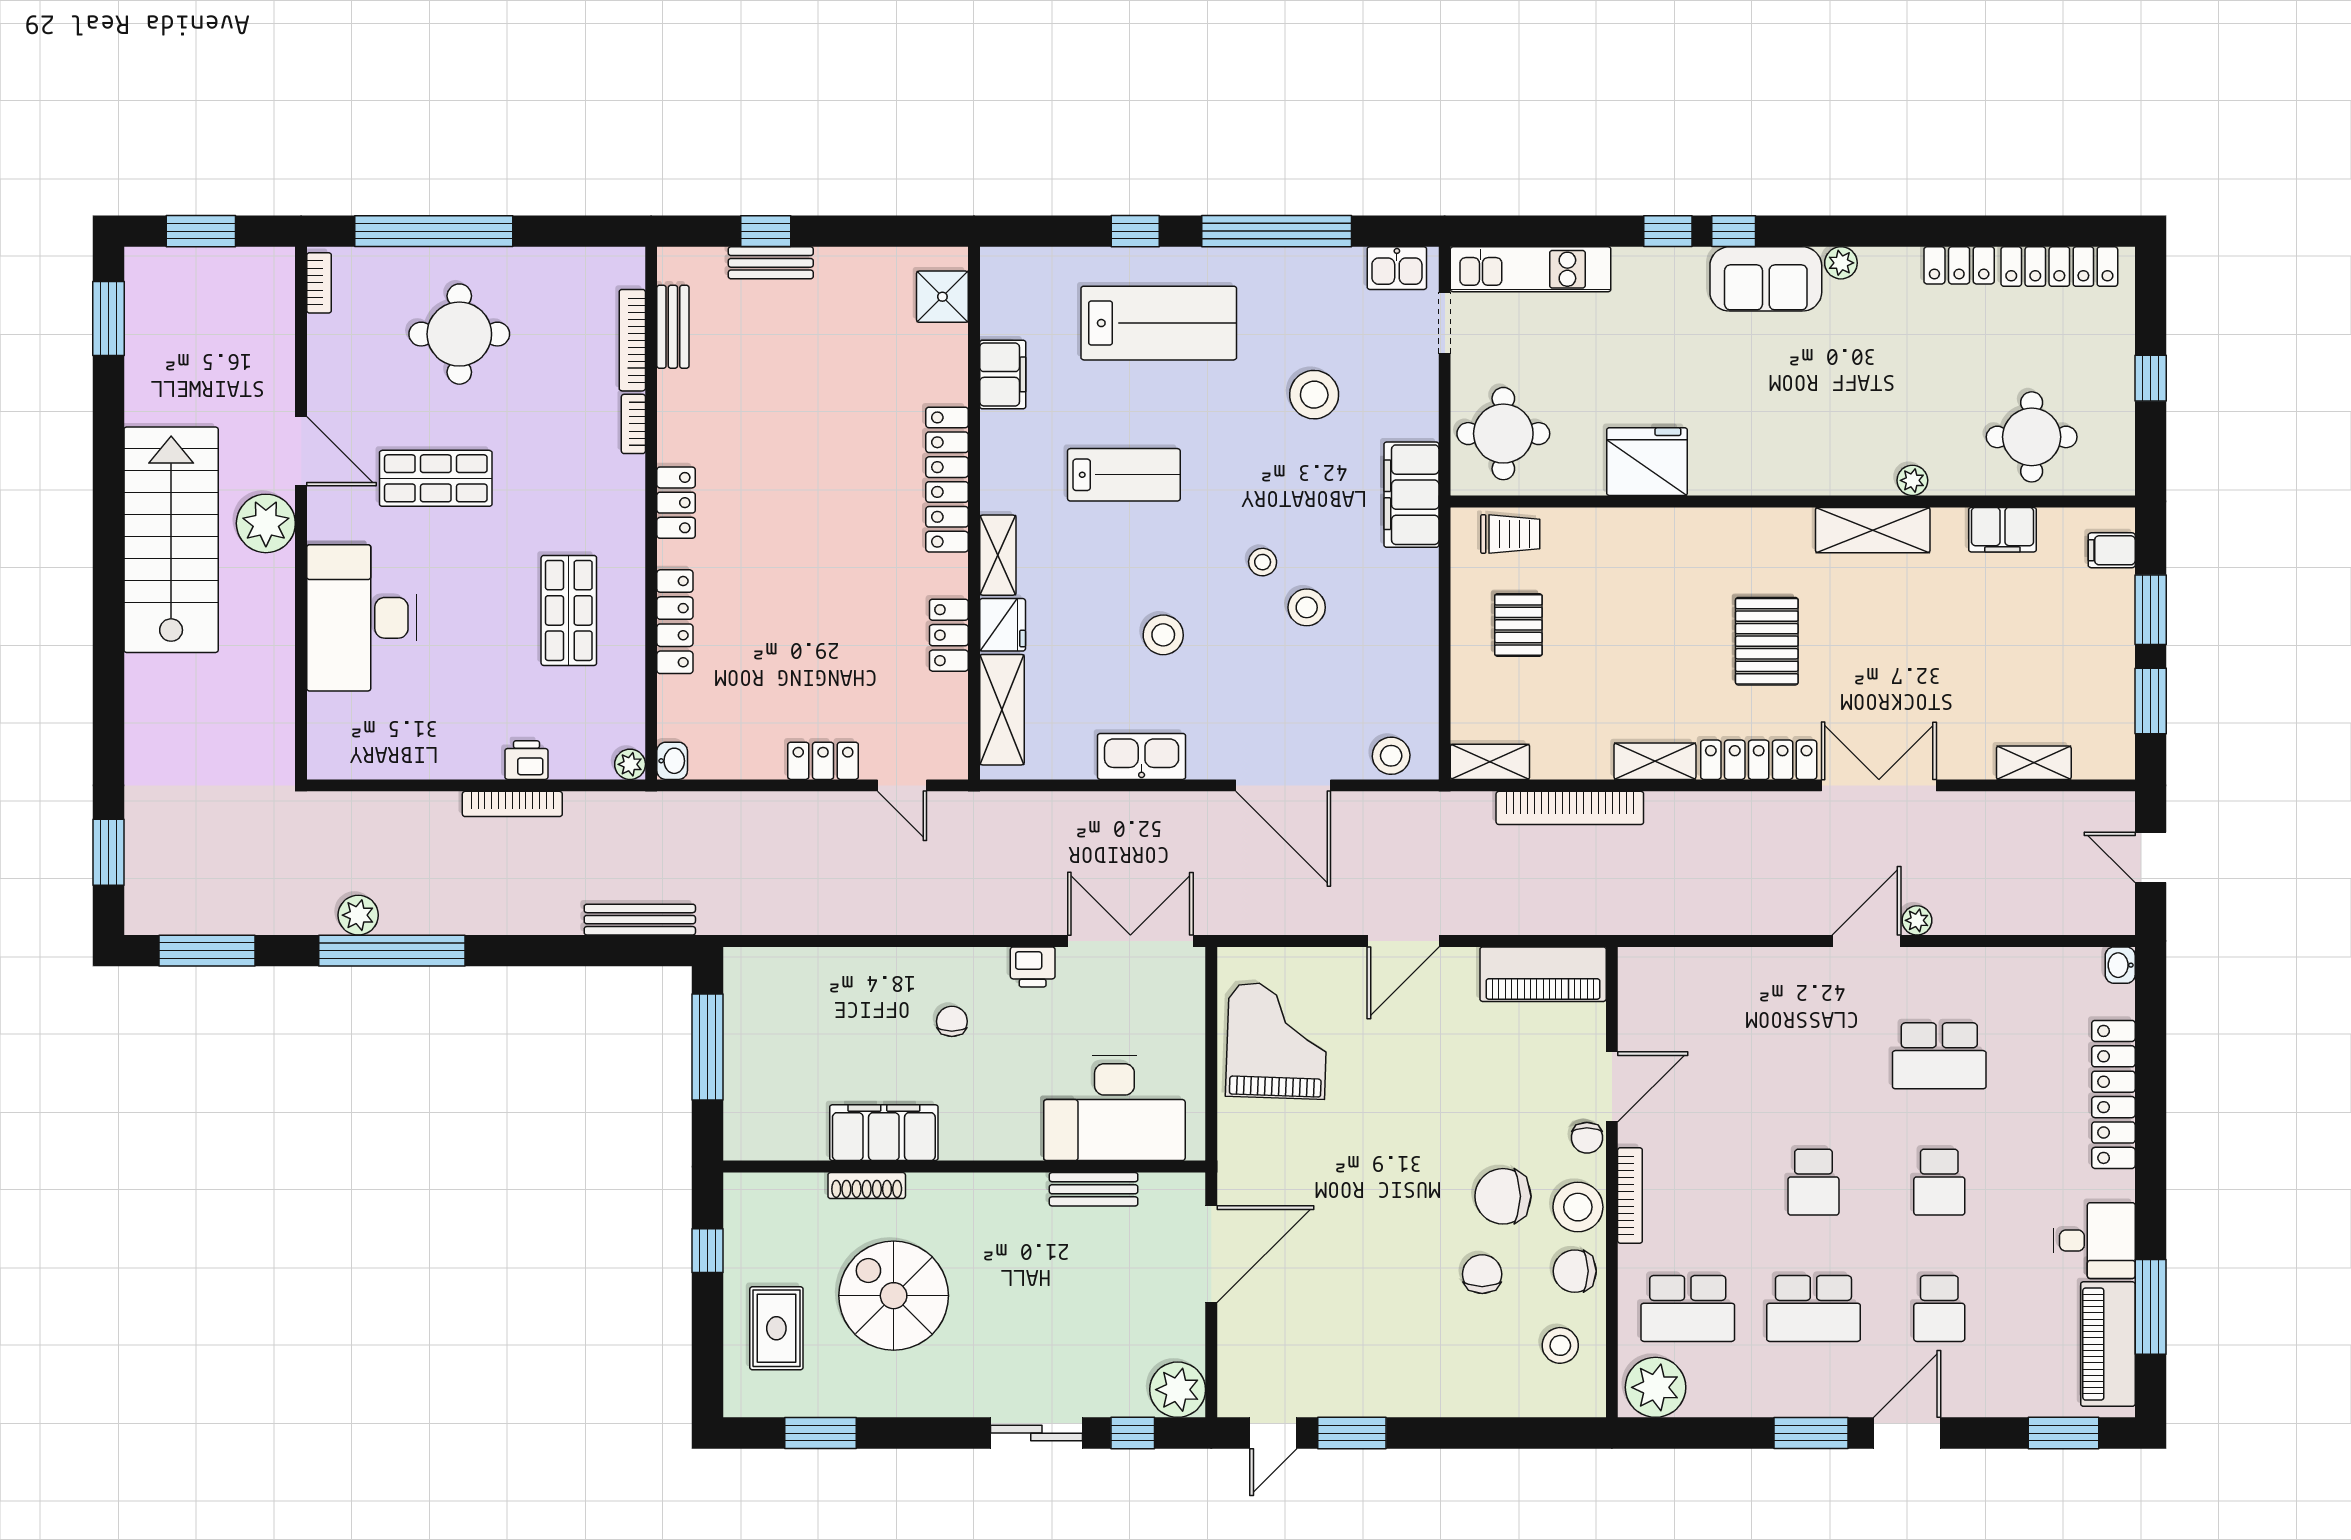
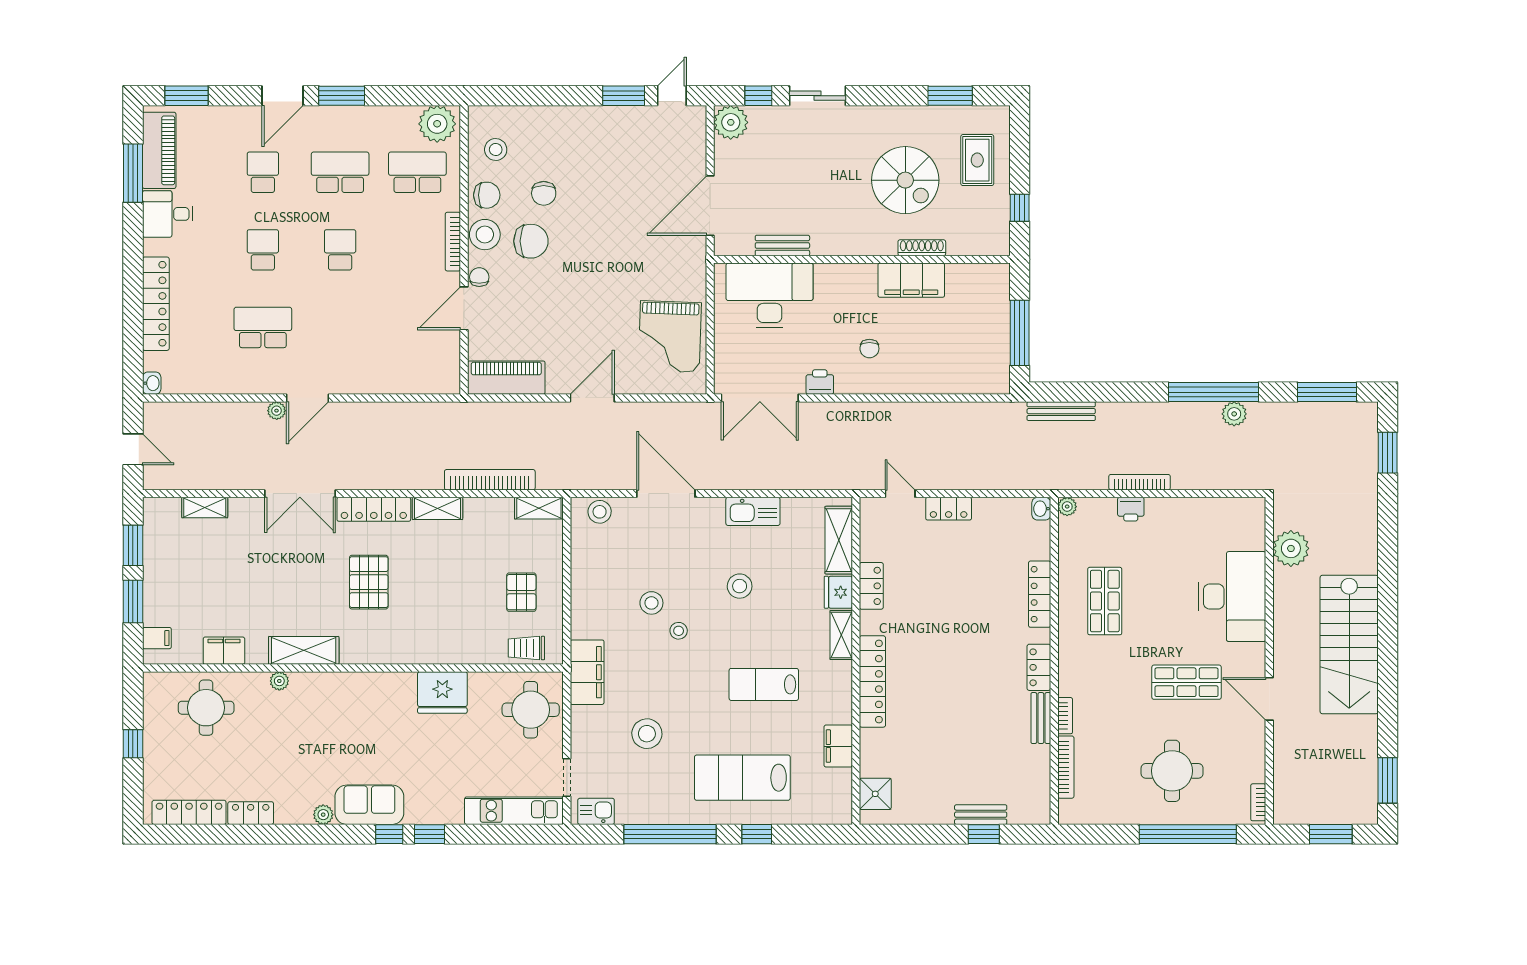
bench: (673, 327) -> (1041, 718), moved
plant: (266, 523) -> (1291, 548), moved

